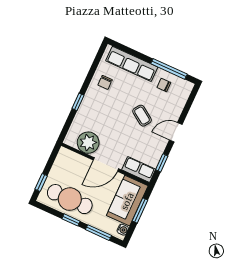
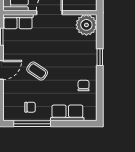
row of seats: (132, 64) -> (67, 113), width x0.68
plant: (88, 143) -> (86, 25), moved

